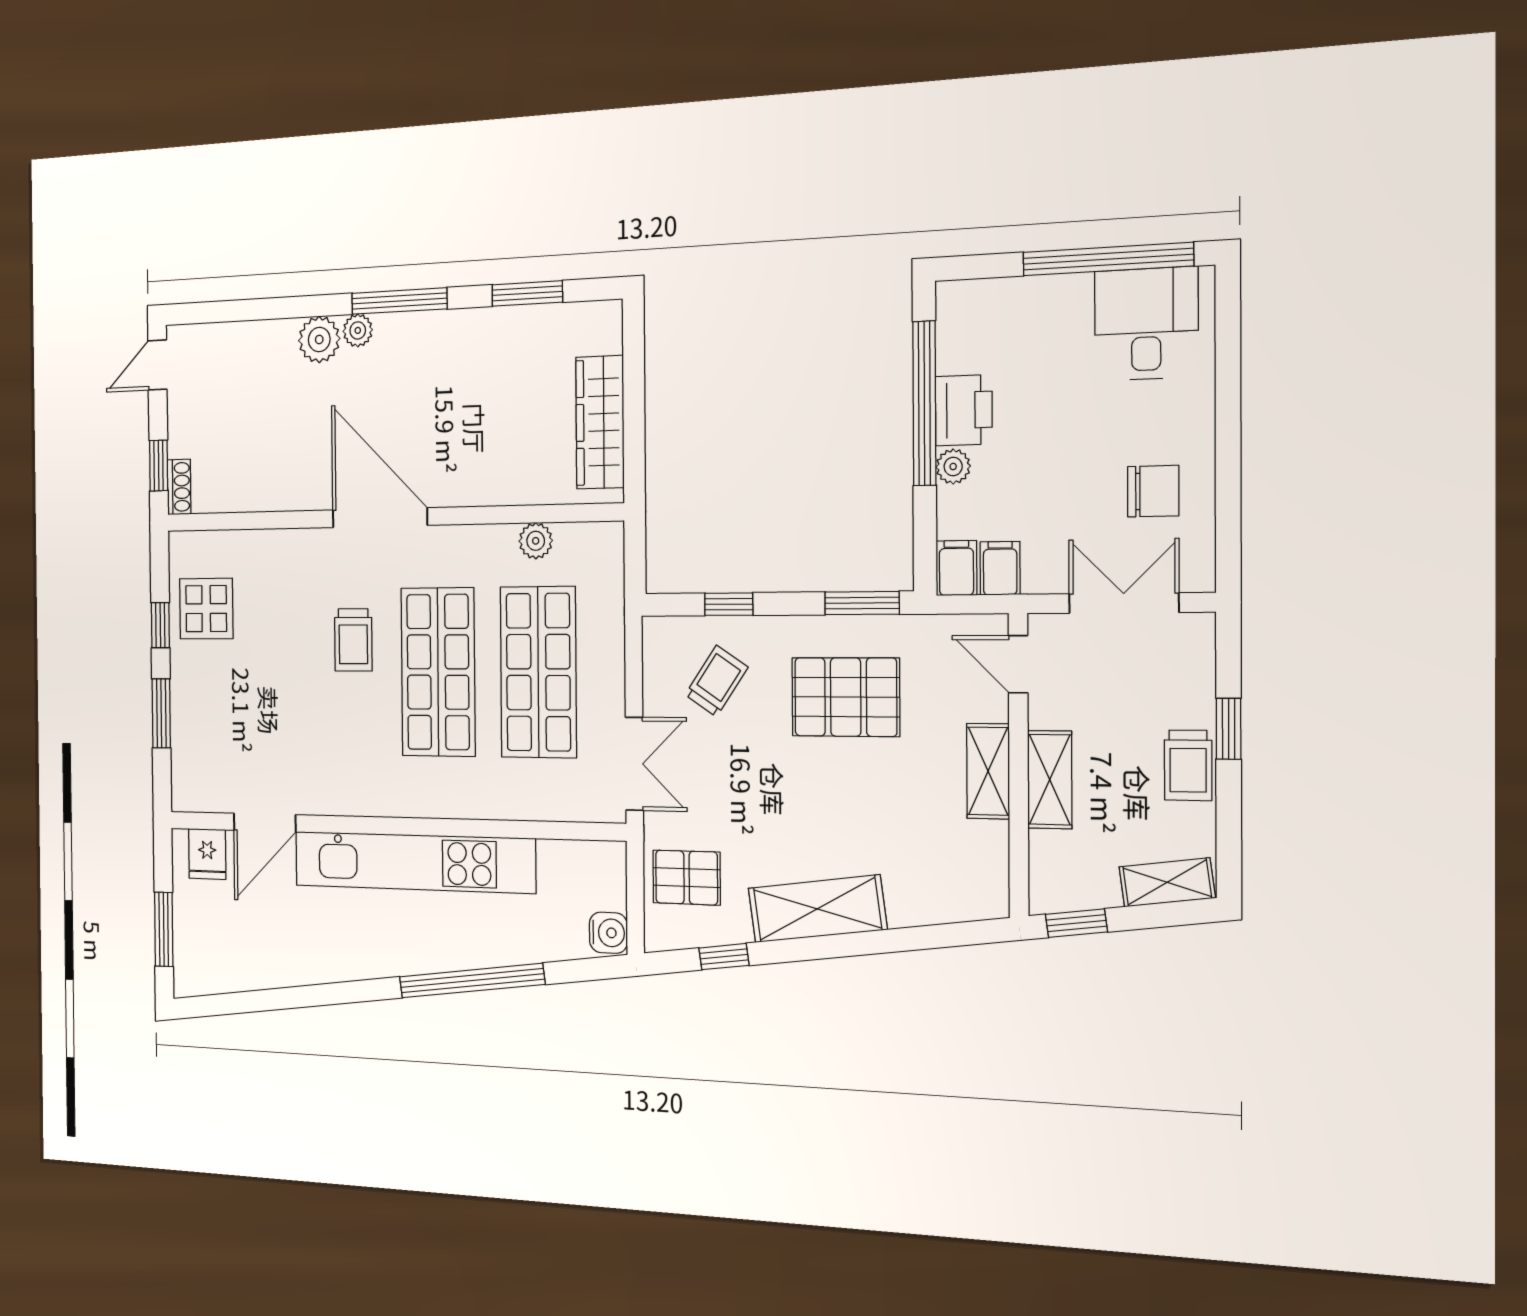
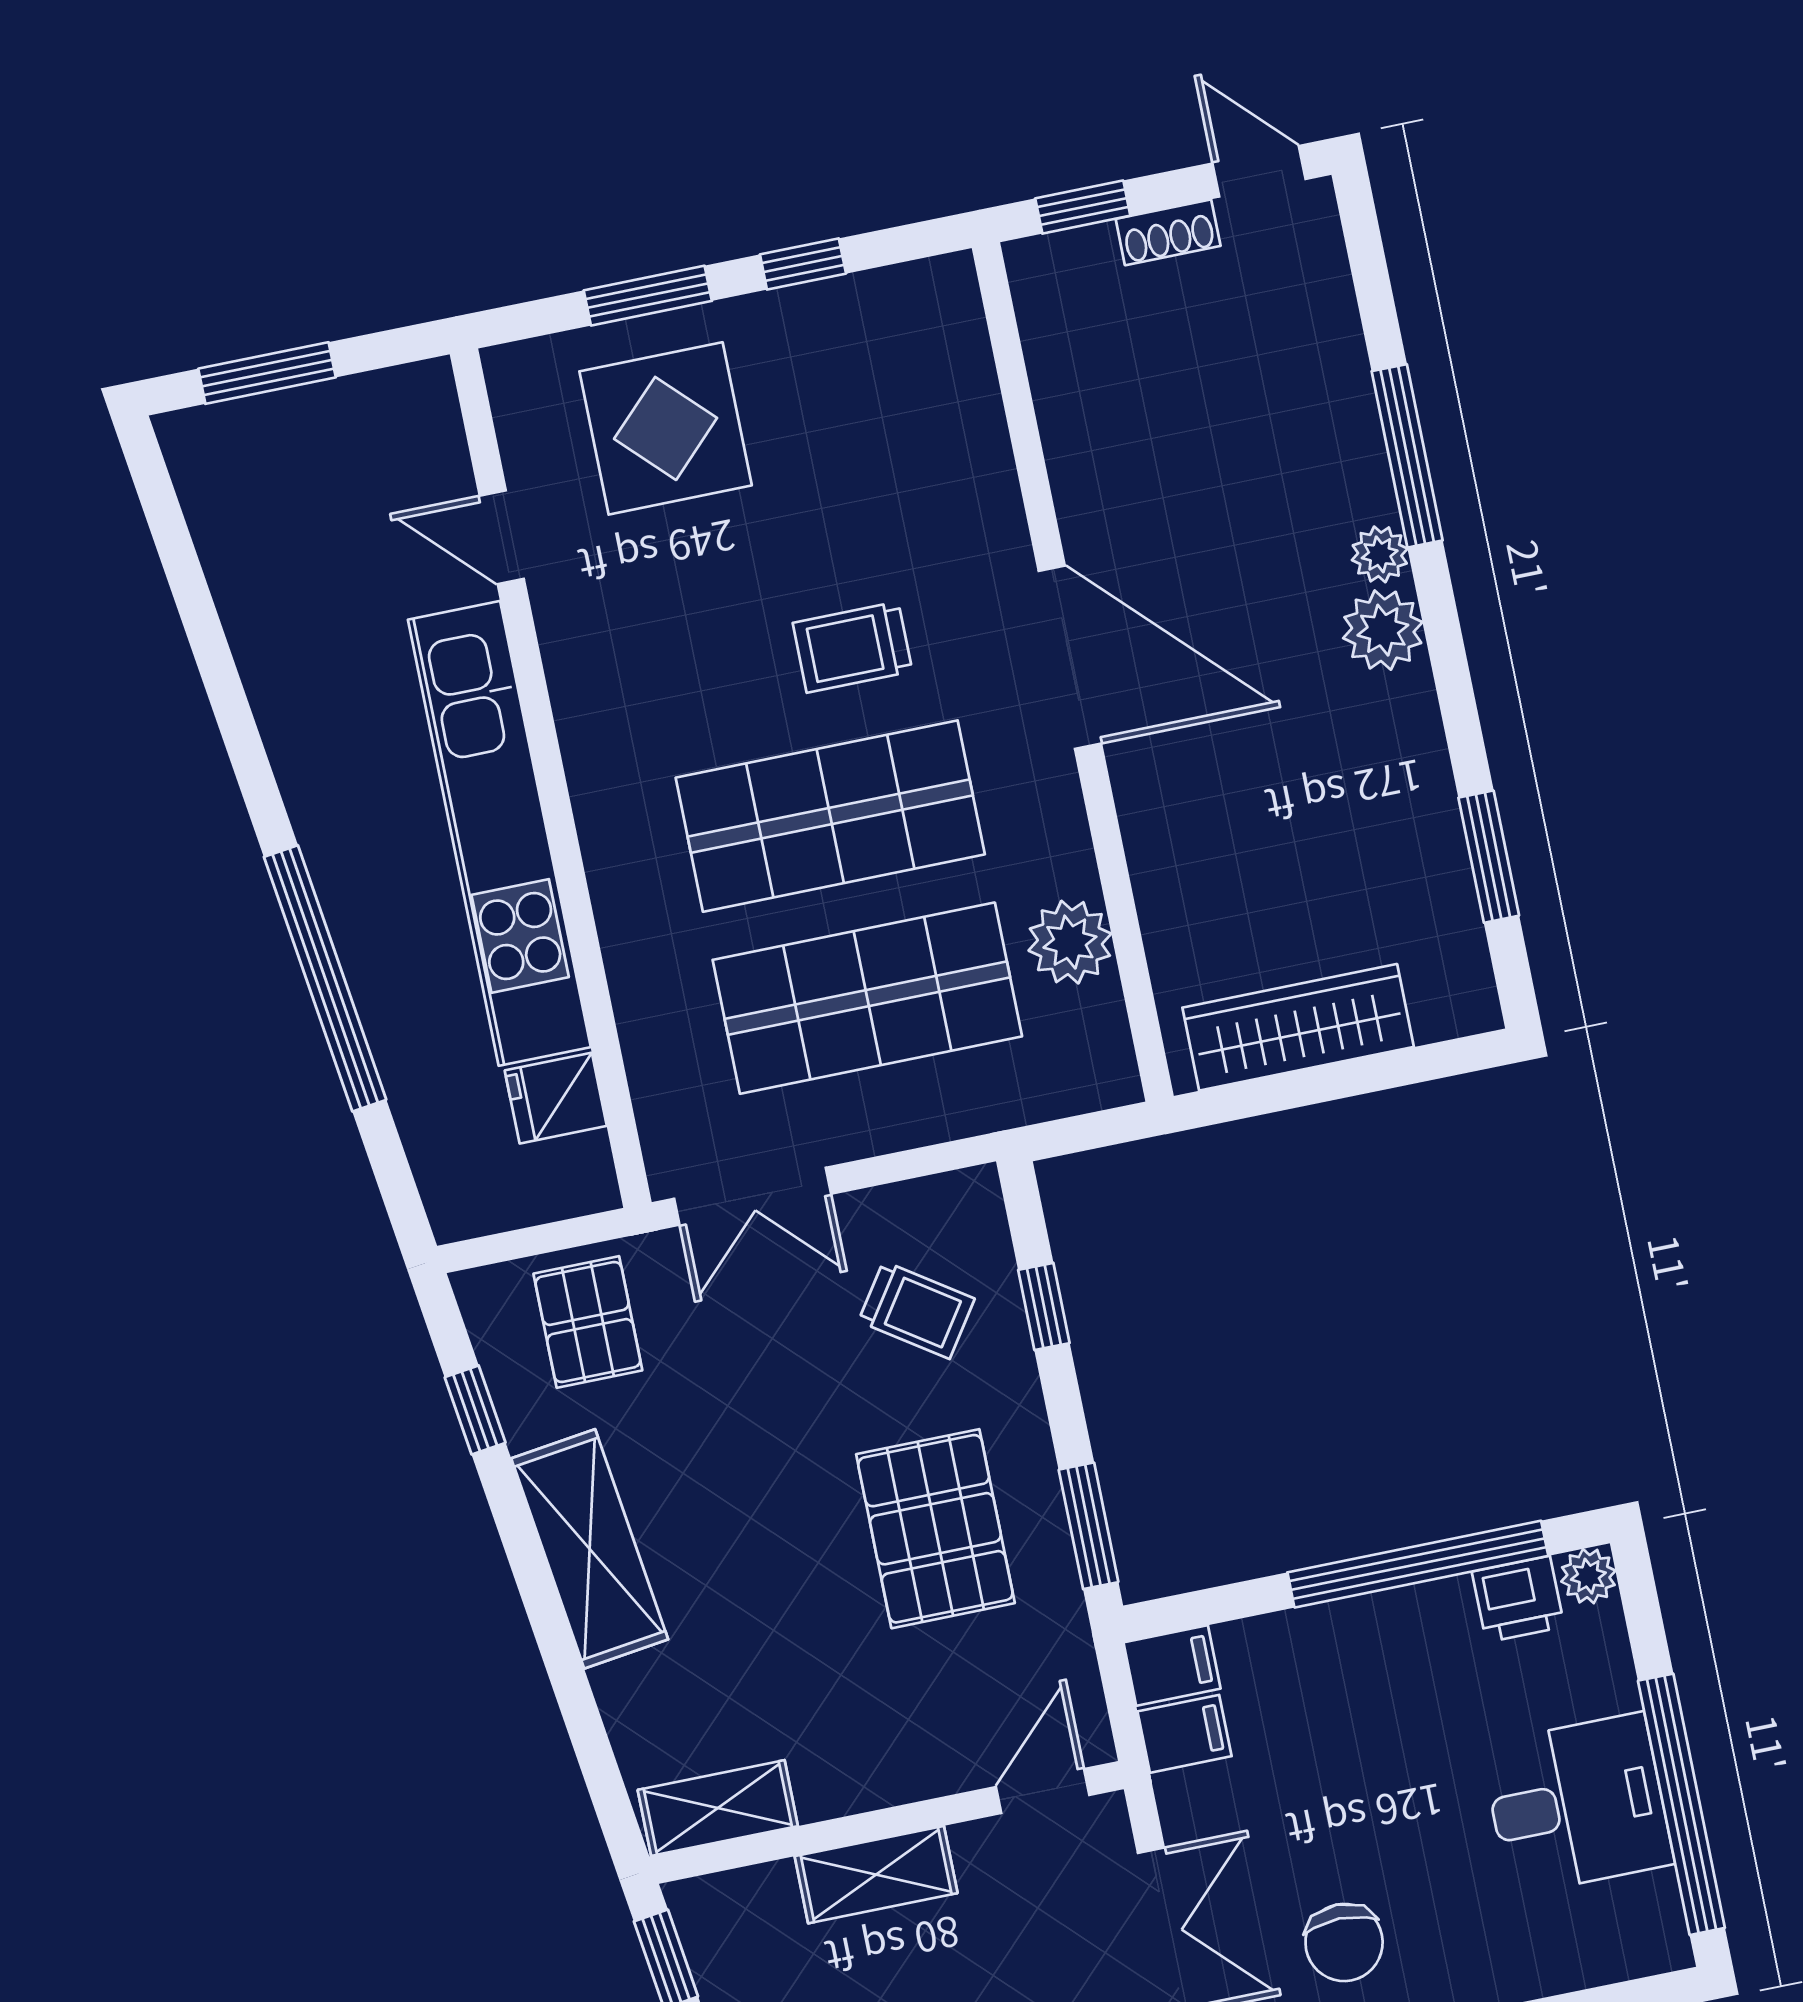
window: (399, 301) -> (1407, 456), moved
desk: (1146, 324) -> (1577, 1804), moved
plant: (319, 340) -> (1383, 630), moved
printer: (964, 410) -> (1518, 1599), moved, width x0.73, depth x0.81
plant: (953, 466) -> (1588, 1576), moved
shoe rack: (179, 487) -> (1168, 232), moved
door: (380, 518) -> (1070, 657), hinge flipped
plant: (536, 541) -> (1070, 942), width x1.38, depth x1.38
display table: (206, 609) -> (666, 428), moved, width x1.36, depth x1.36
shelving: (988, 771) -> (718, 1808), moved
door: (265, 823) -> (502, 537), width x0.73
fridge: (207, 854) -> (556, 1098), moved
water cooler: (608, 933) -> (465, 1205), removed

